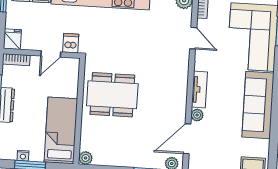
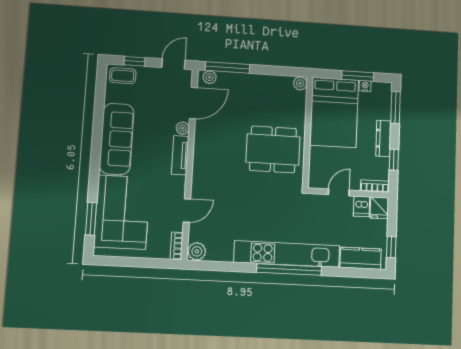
door: (193, 38) -> (187, 210), swing flipped
dishwasher: (71, 43) -> (361, 206), moved
bed: (61, 130) -> (334, 112), width x1.50

